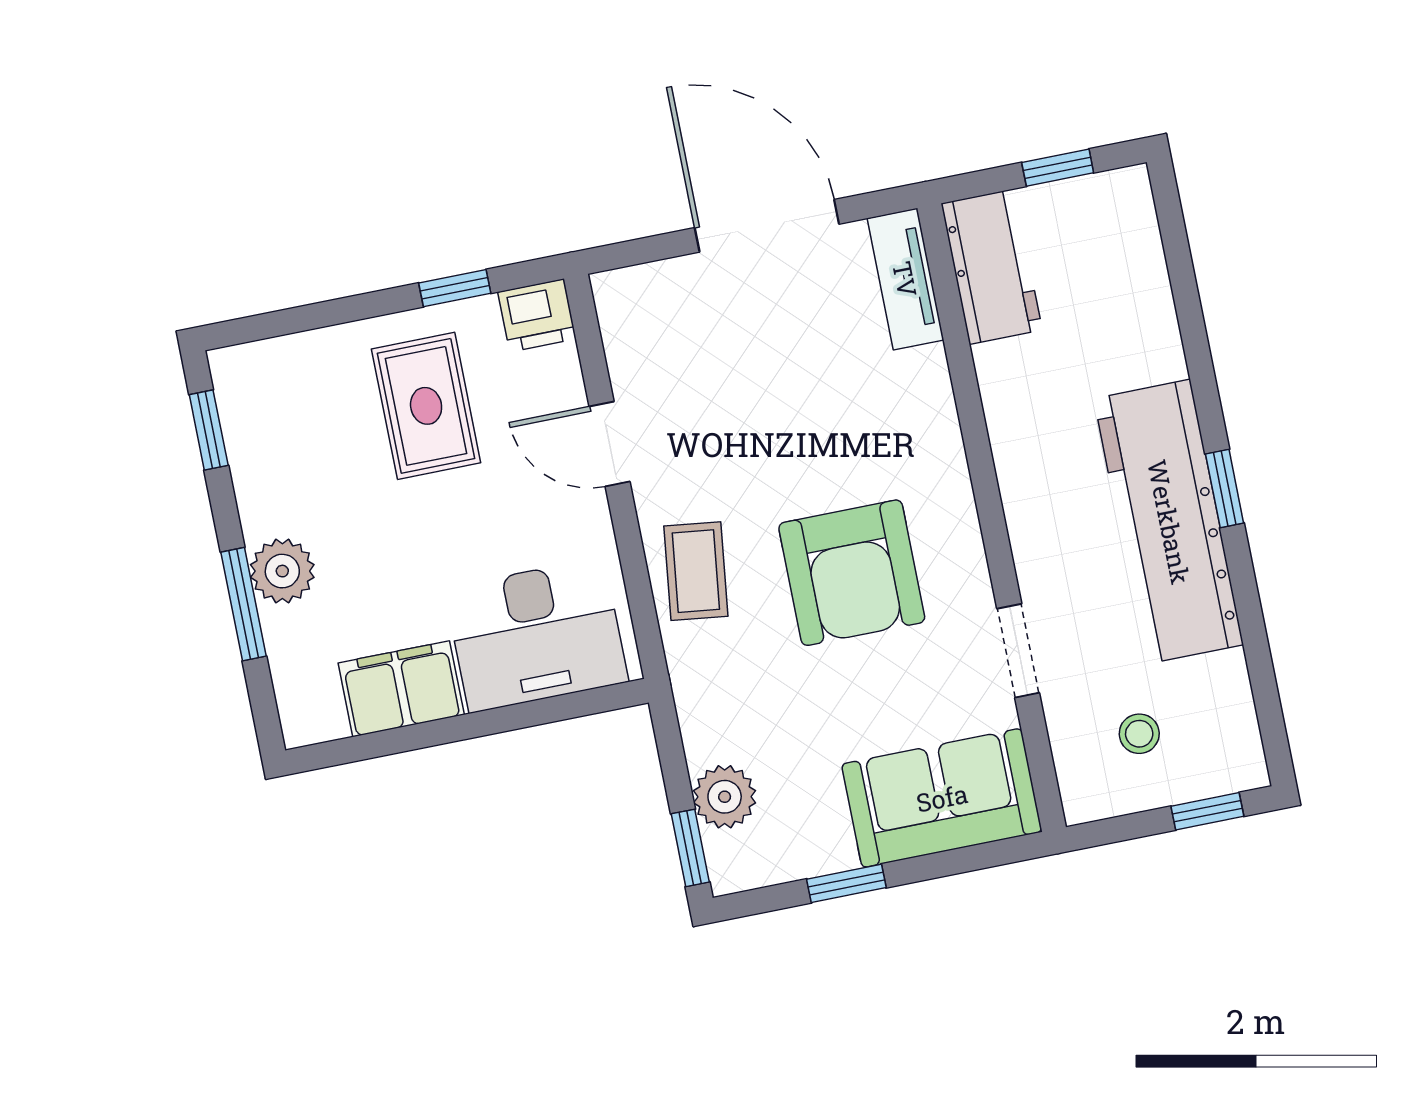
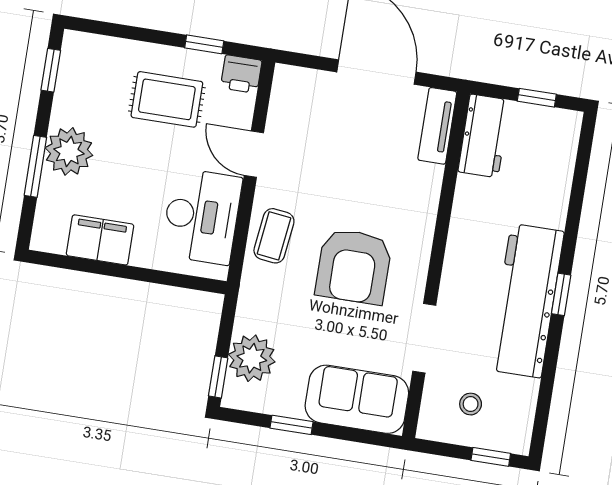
rug: (426, 406) -> (167, 99), turned 90
plant: (282, 571) -> (69, 151), width x1.36, depth x1.36
desk: (536, 635) -> (202, 216), moved, turned -90
doorway: (1018, 651) -> (424, 338), width x1.38
plant: (725, 797) -> (252, 358), width x1.36, depth x1.36

